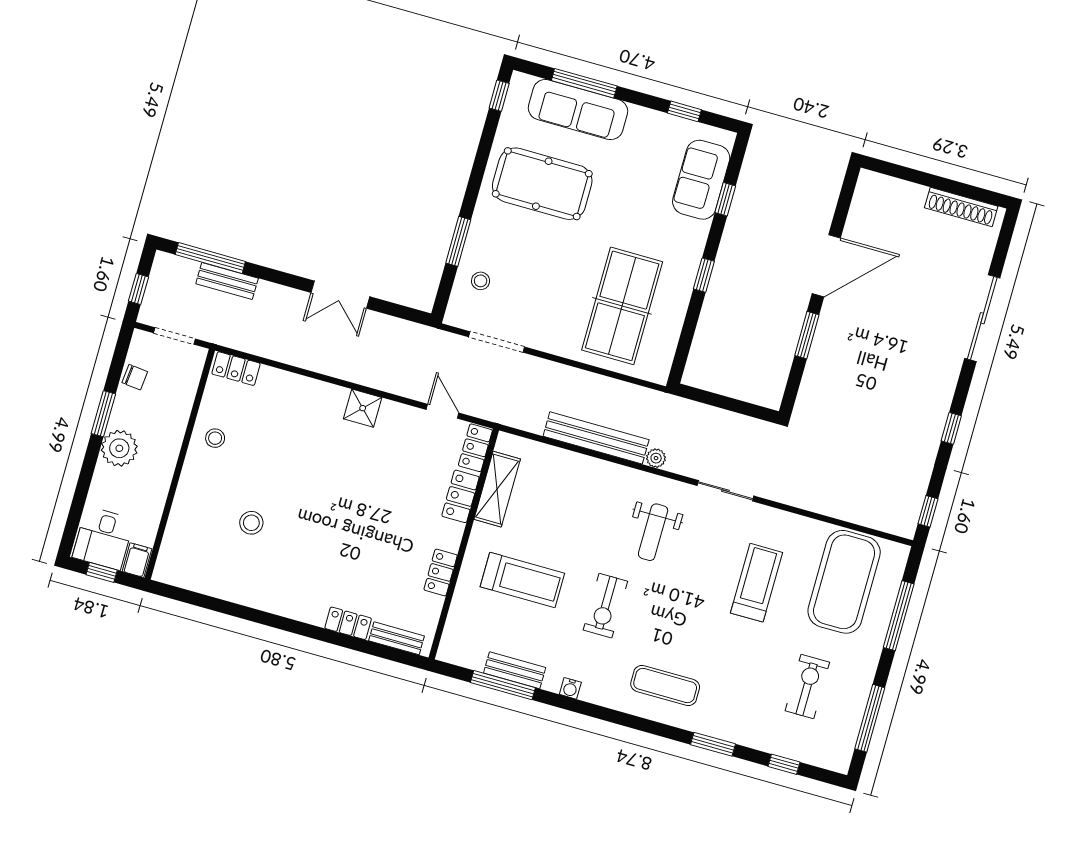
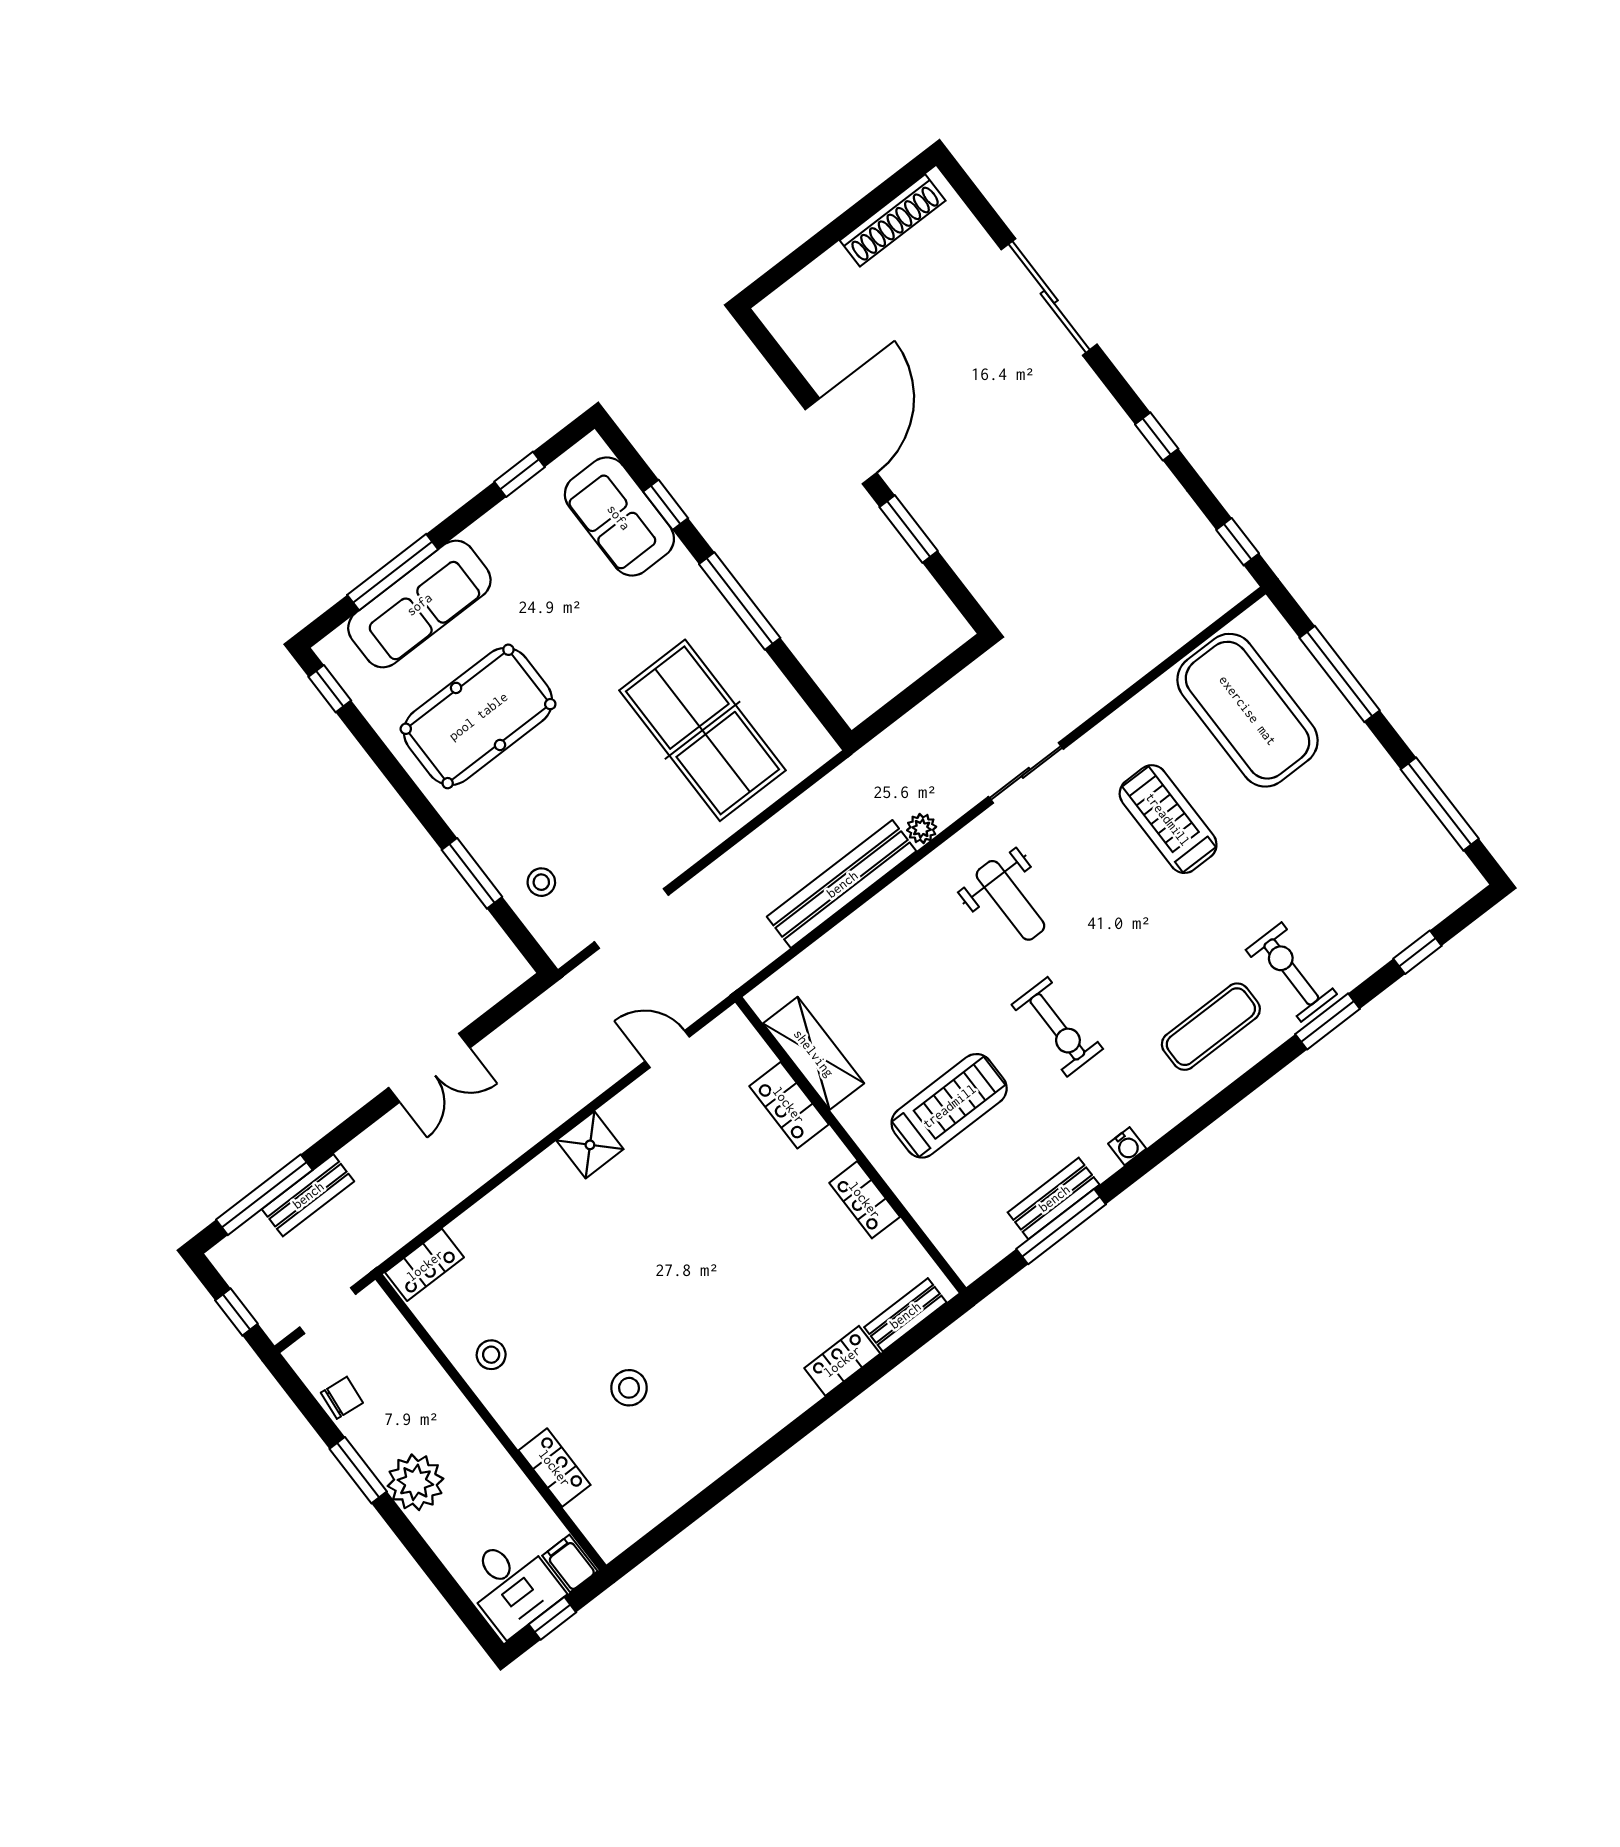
window: (704, 275) -> (740, 601), width x2.17
locker: (475, 448) -> (555, 1468), moved, turned 180
exercise bike: (807, 686) -> (1291, 972), moved

